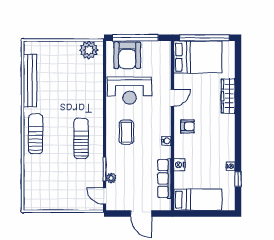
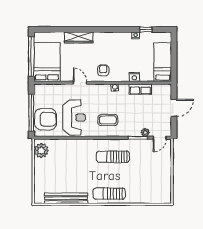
row of seats: (164, 178) -> (140, 89), width x0.68

